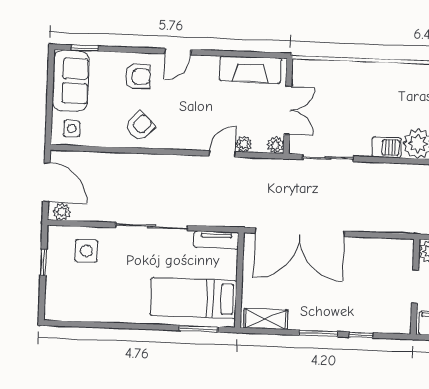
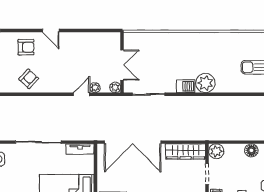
door: (178, 52) -> (51, 31), hinge flipped
fireplace: (250, 70) -> (97, 40), removed
wardrobe: (382, 250) -> (186, 151), added

